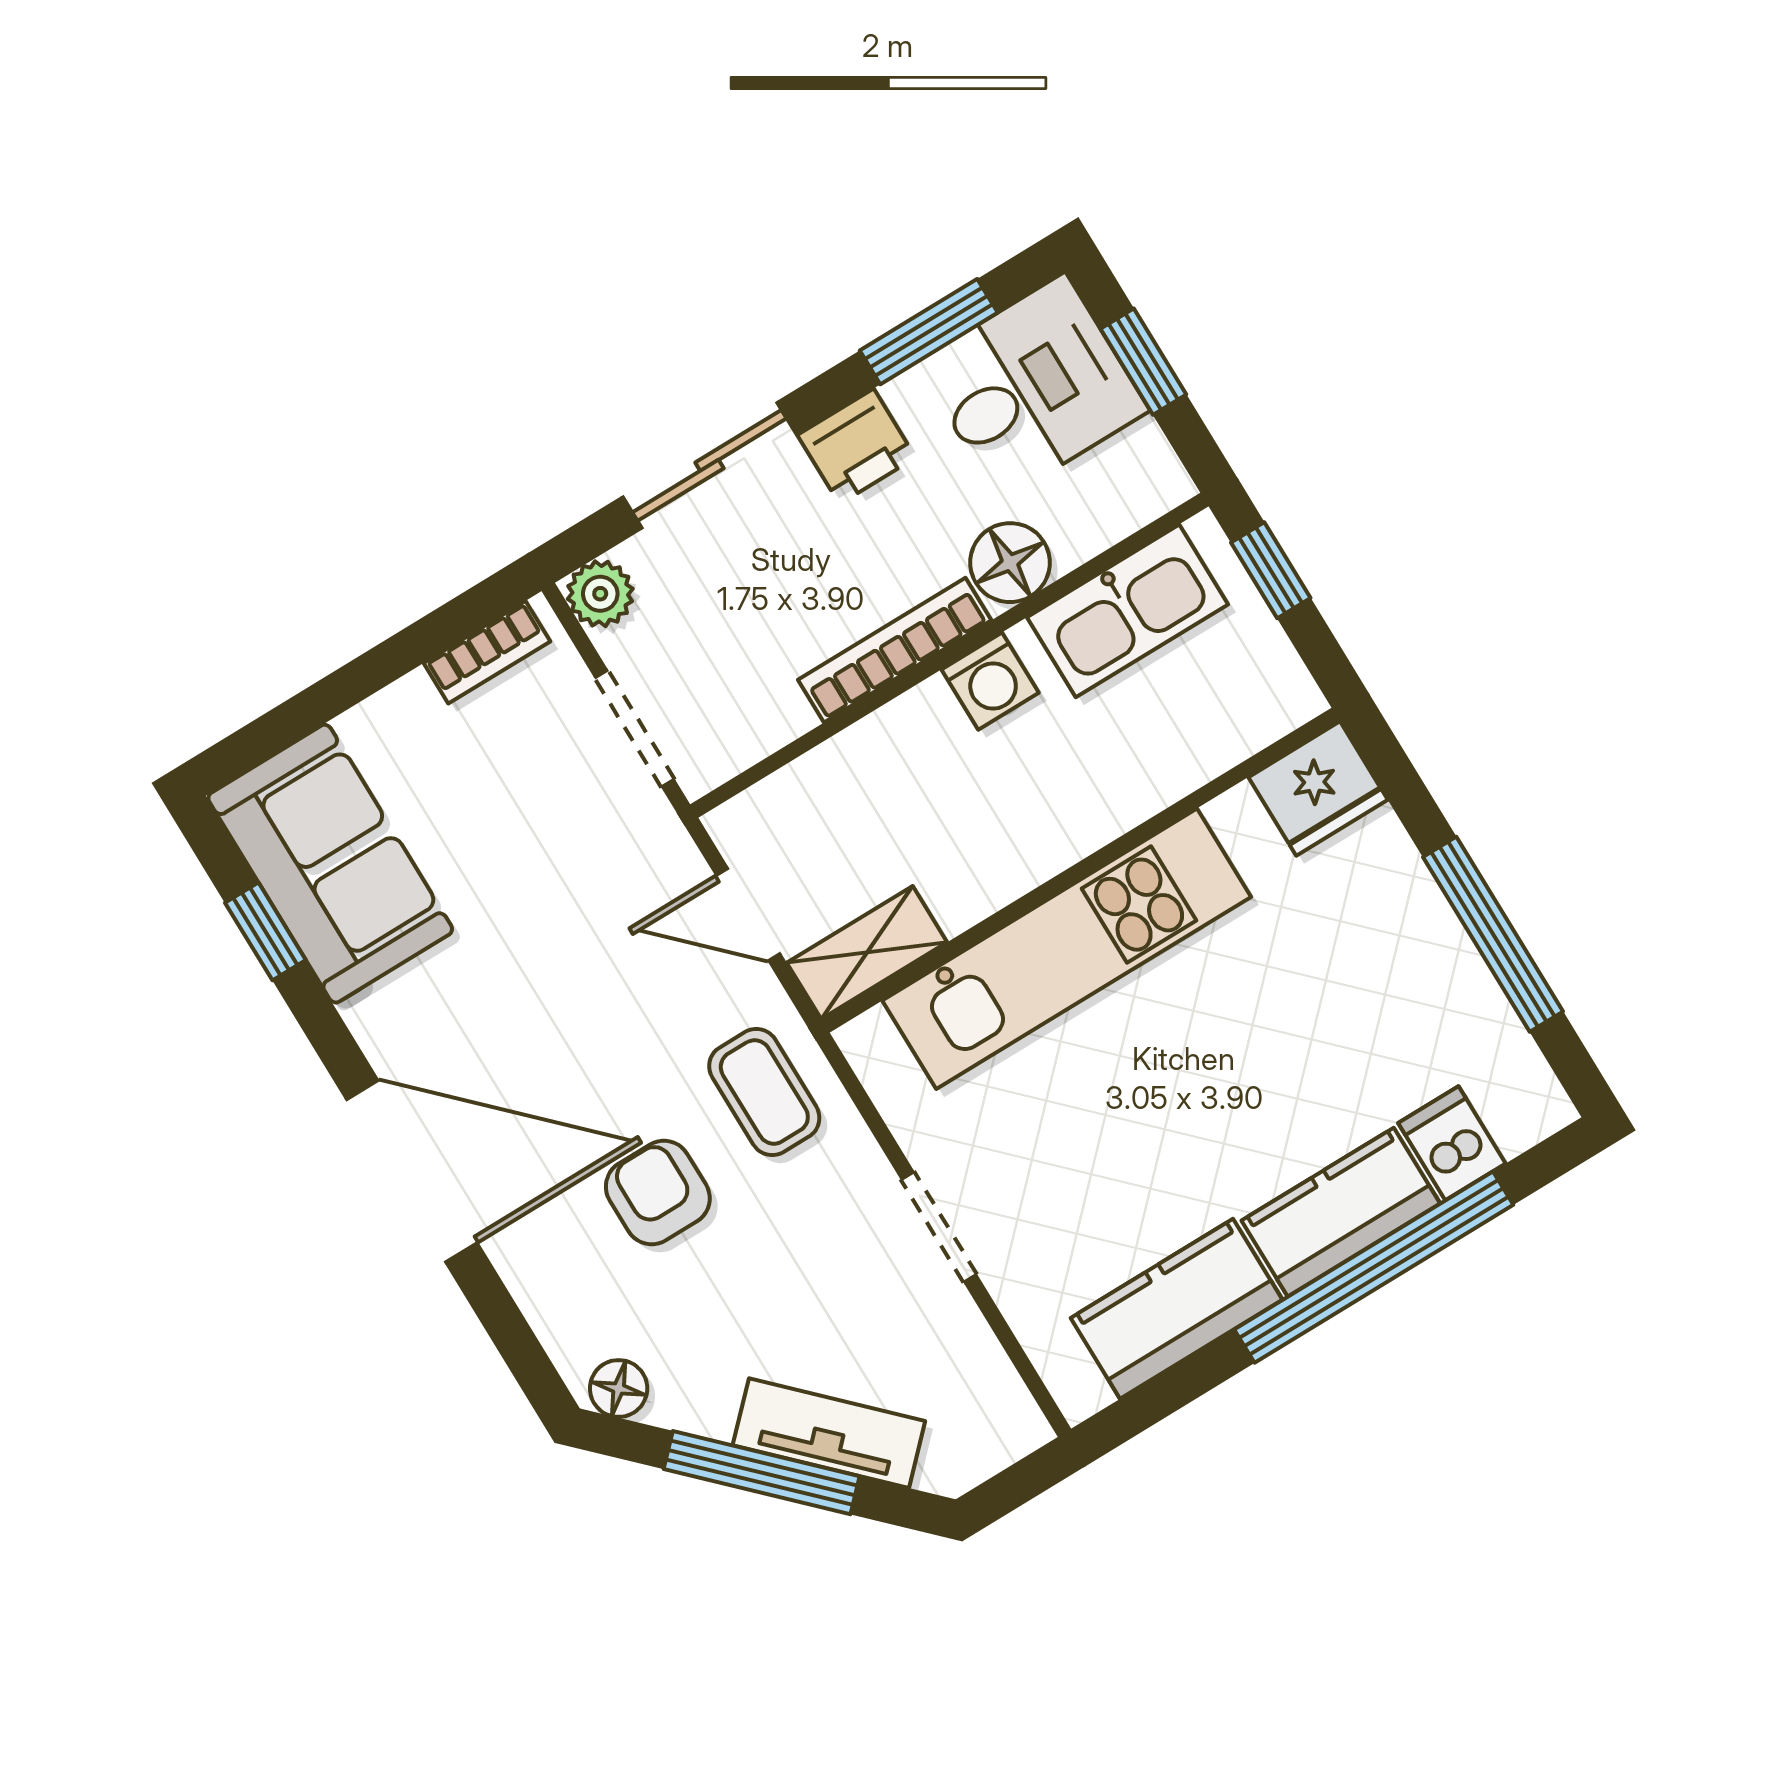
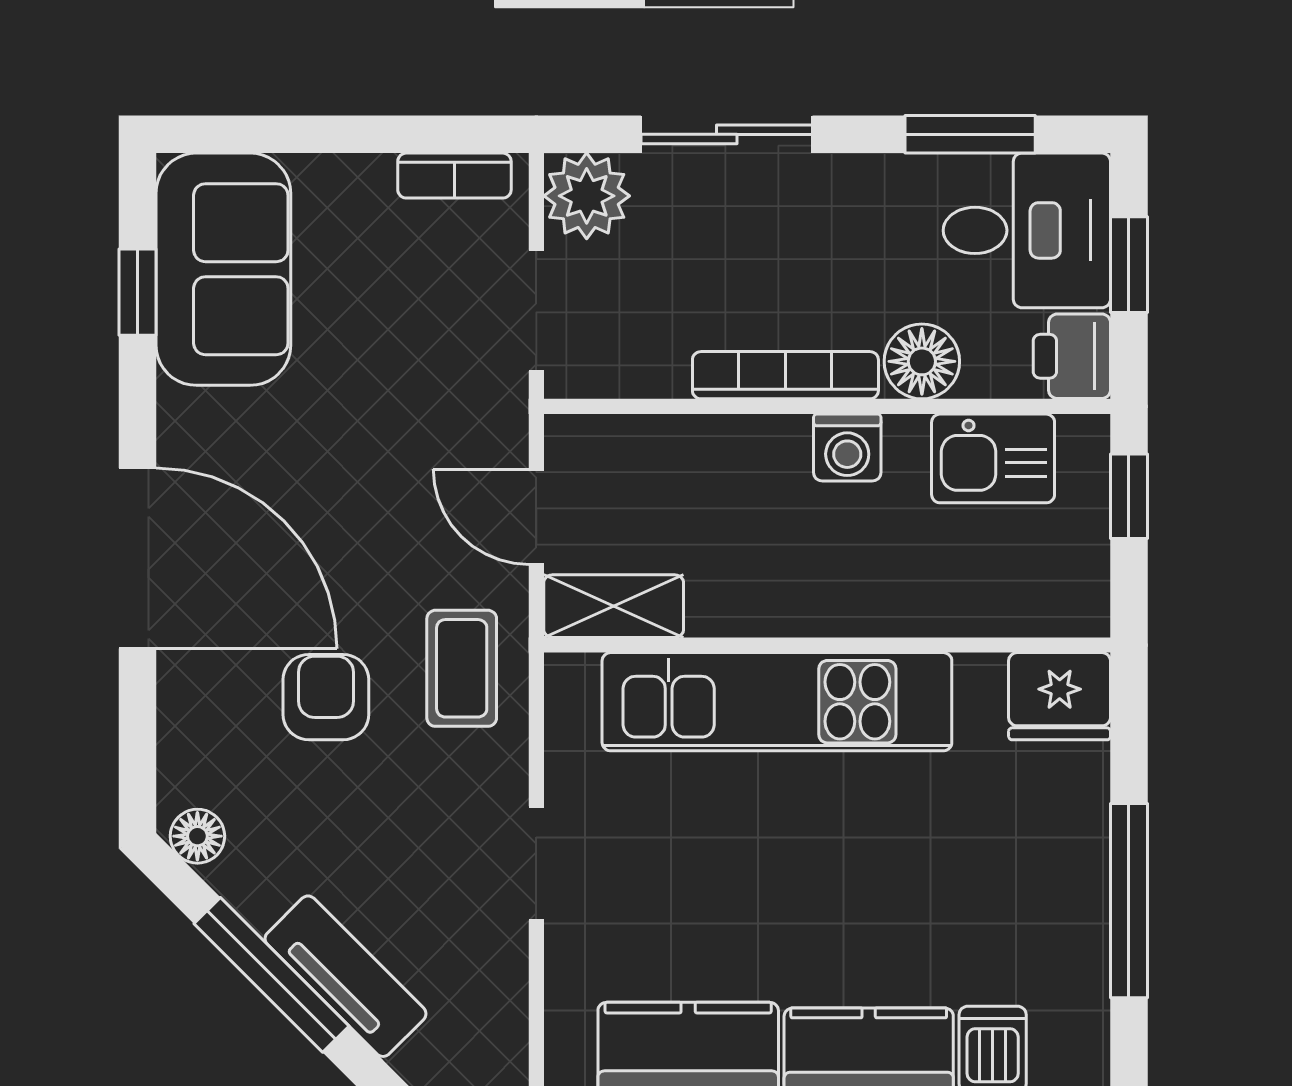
printer: (857, 446) -> (1072, 356), moved, turned 90
plant: (600, 594) -> (587, 196), width x1.38, depth x1.38
kitchen sink: (1127, 611) -> (993, 458), width x0.73

